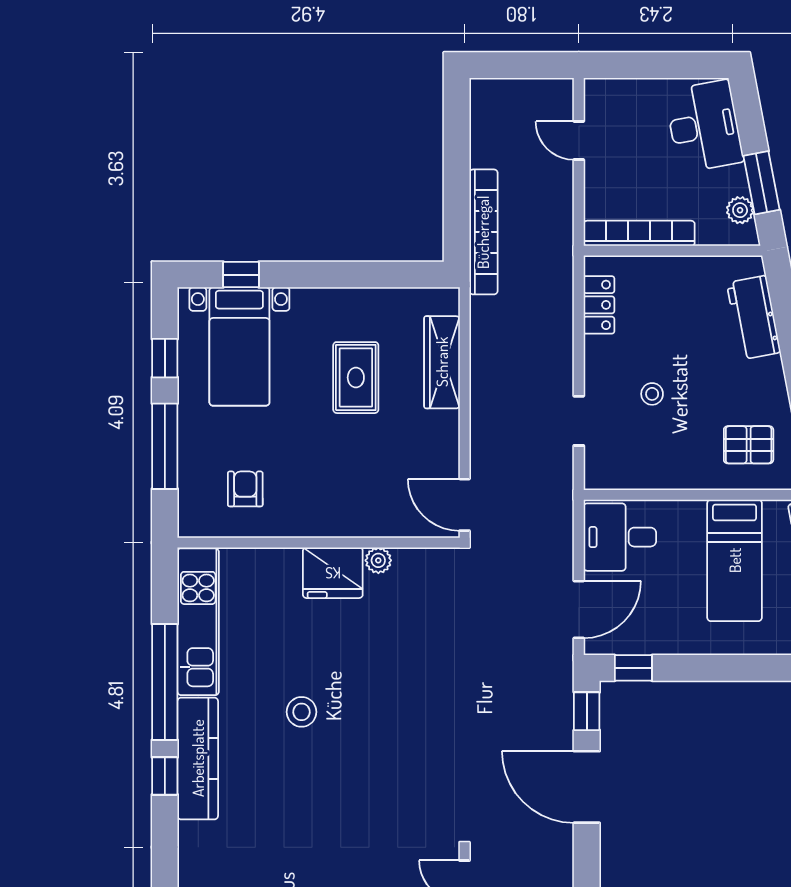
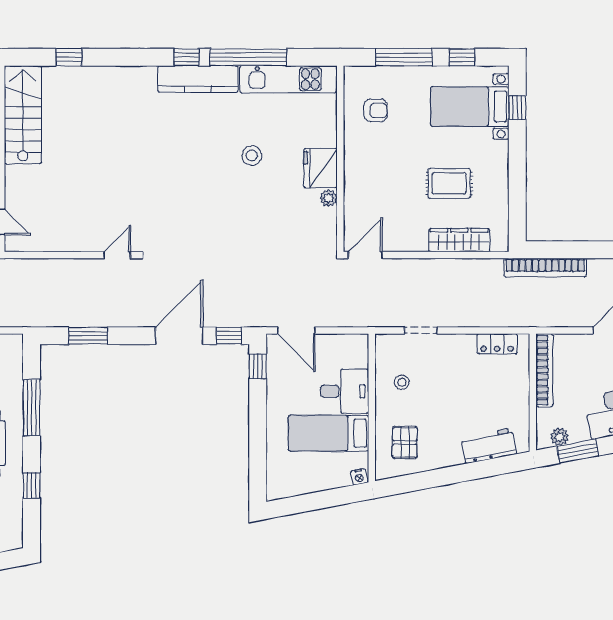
stool: (652, 394) -> (402, 382), moved
desk: (620, 537) -> (345, 391), moved, turned 90
stool: (302, 712) -> (252, 155), moved

